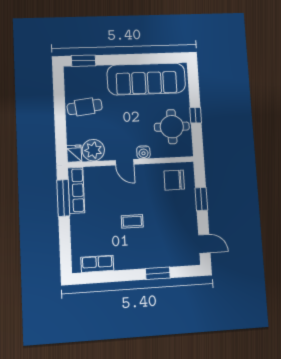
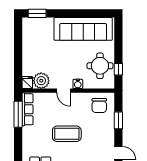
cafe table: (85, 107) -> (36, 48), removed
window: (196, 115) -> (118, 69), moved
chair: (174, 180) -> (99, 105), turned -90
coffee table: (132, 221) -> (67, 134), width x1.86, depth x1.72

